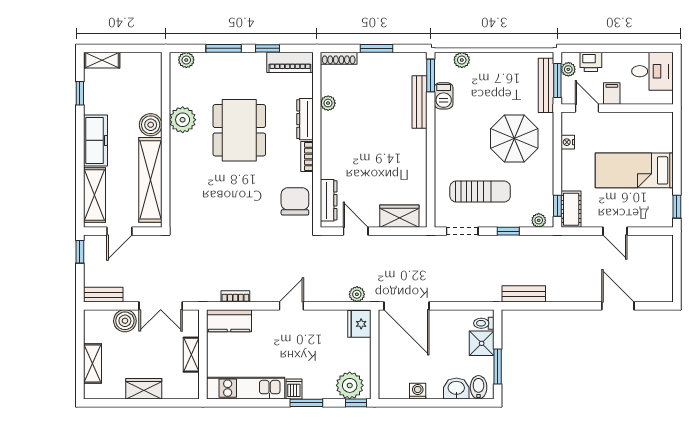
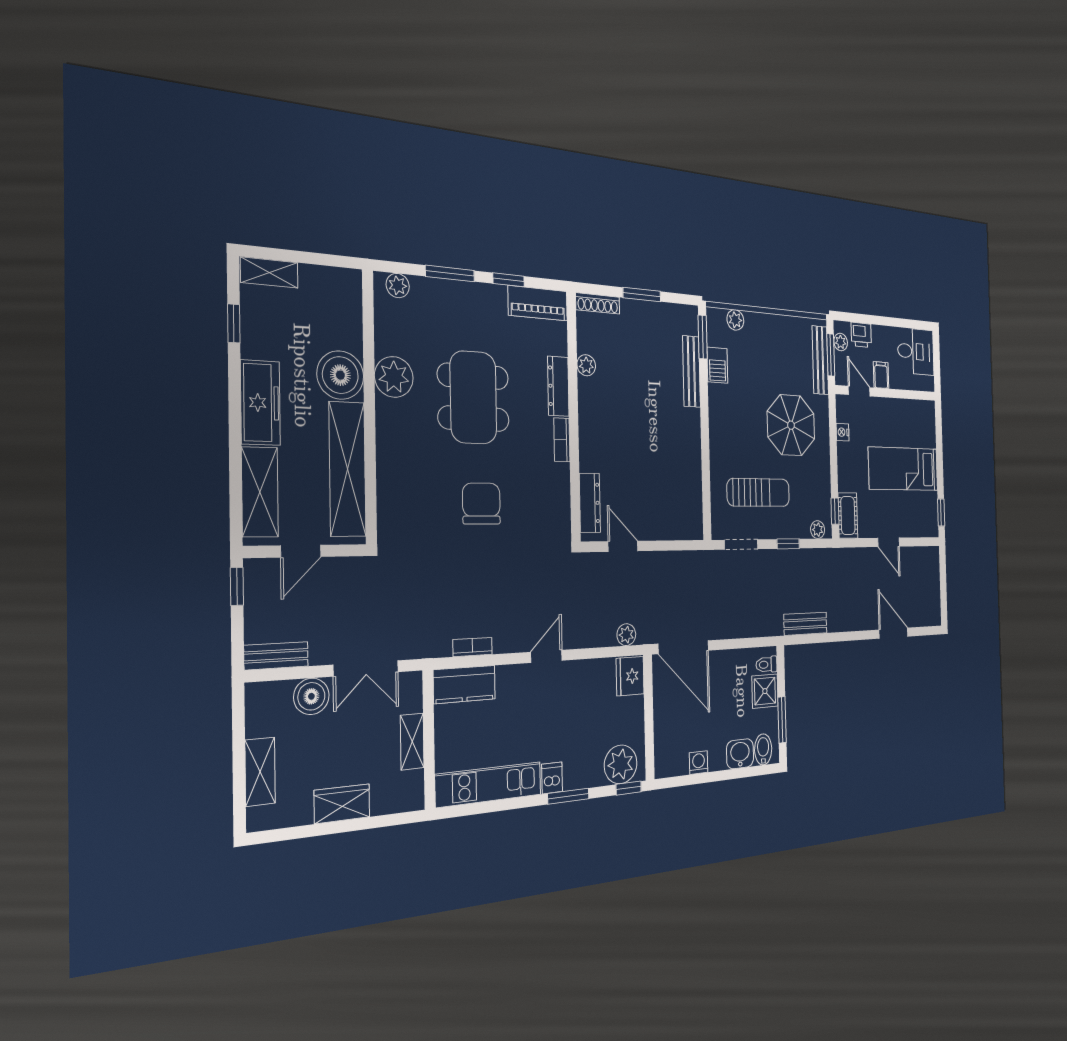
boiler: (151, 125) -> (340, 375), width x1.37, depth x1.37
chair: (295, 201) -> (481, 504), moved
wardrobe: (399, 216) -> (673, 525), removed

